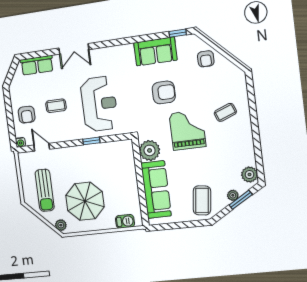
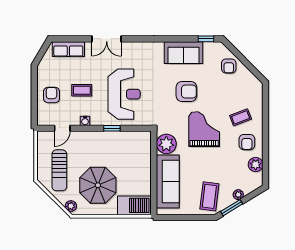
armchair: (27, 115) -> (51, 95), turned 180
armchair: (235, 138) -> (247, 142), added
water cooler: (20, 142) -> (85, 121), moved
door: (42, 147) -> (62, 128), swing flipped
plant: (250, 175) -> (256, 165), moved
window: (241, 200) -> (232, 208), moved
barbecue: (125, 221) -> (134, 205), width x1.88, depth x1.53

